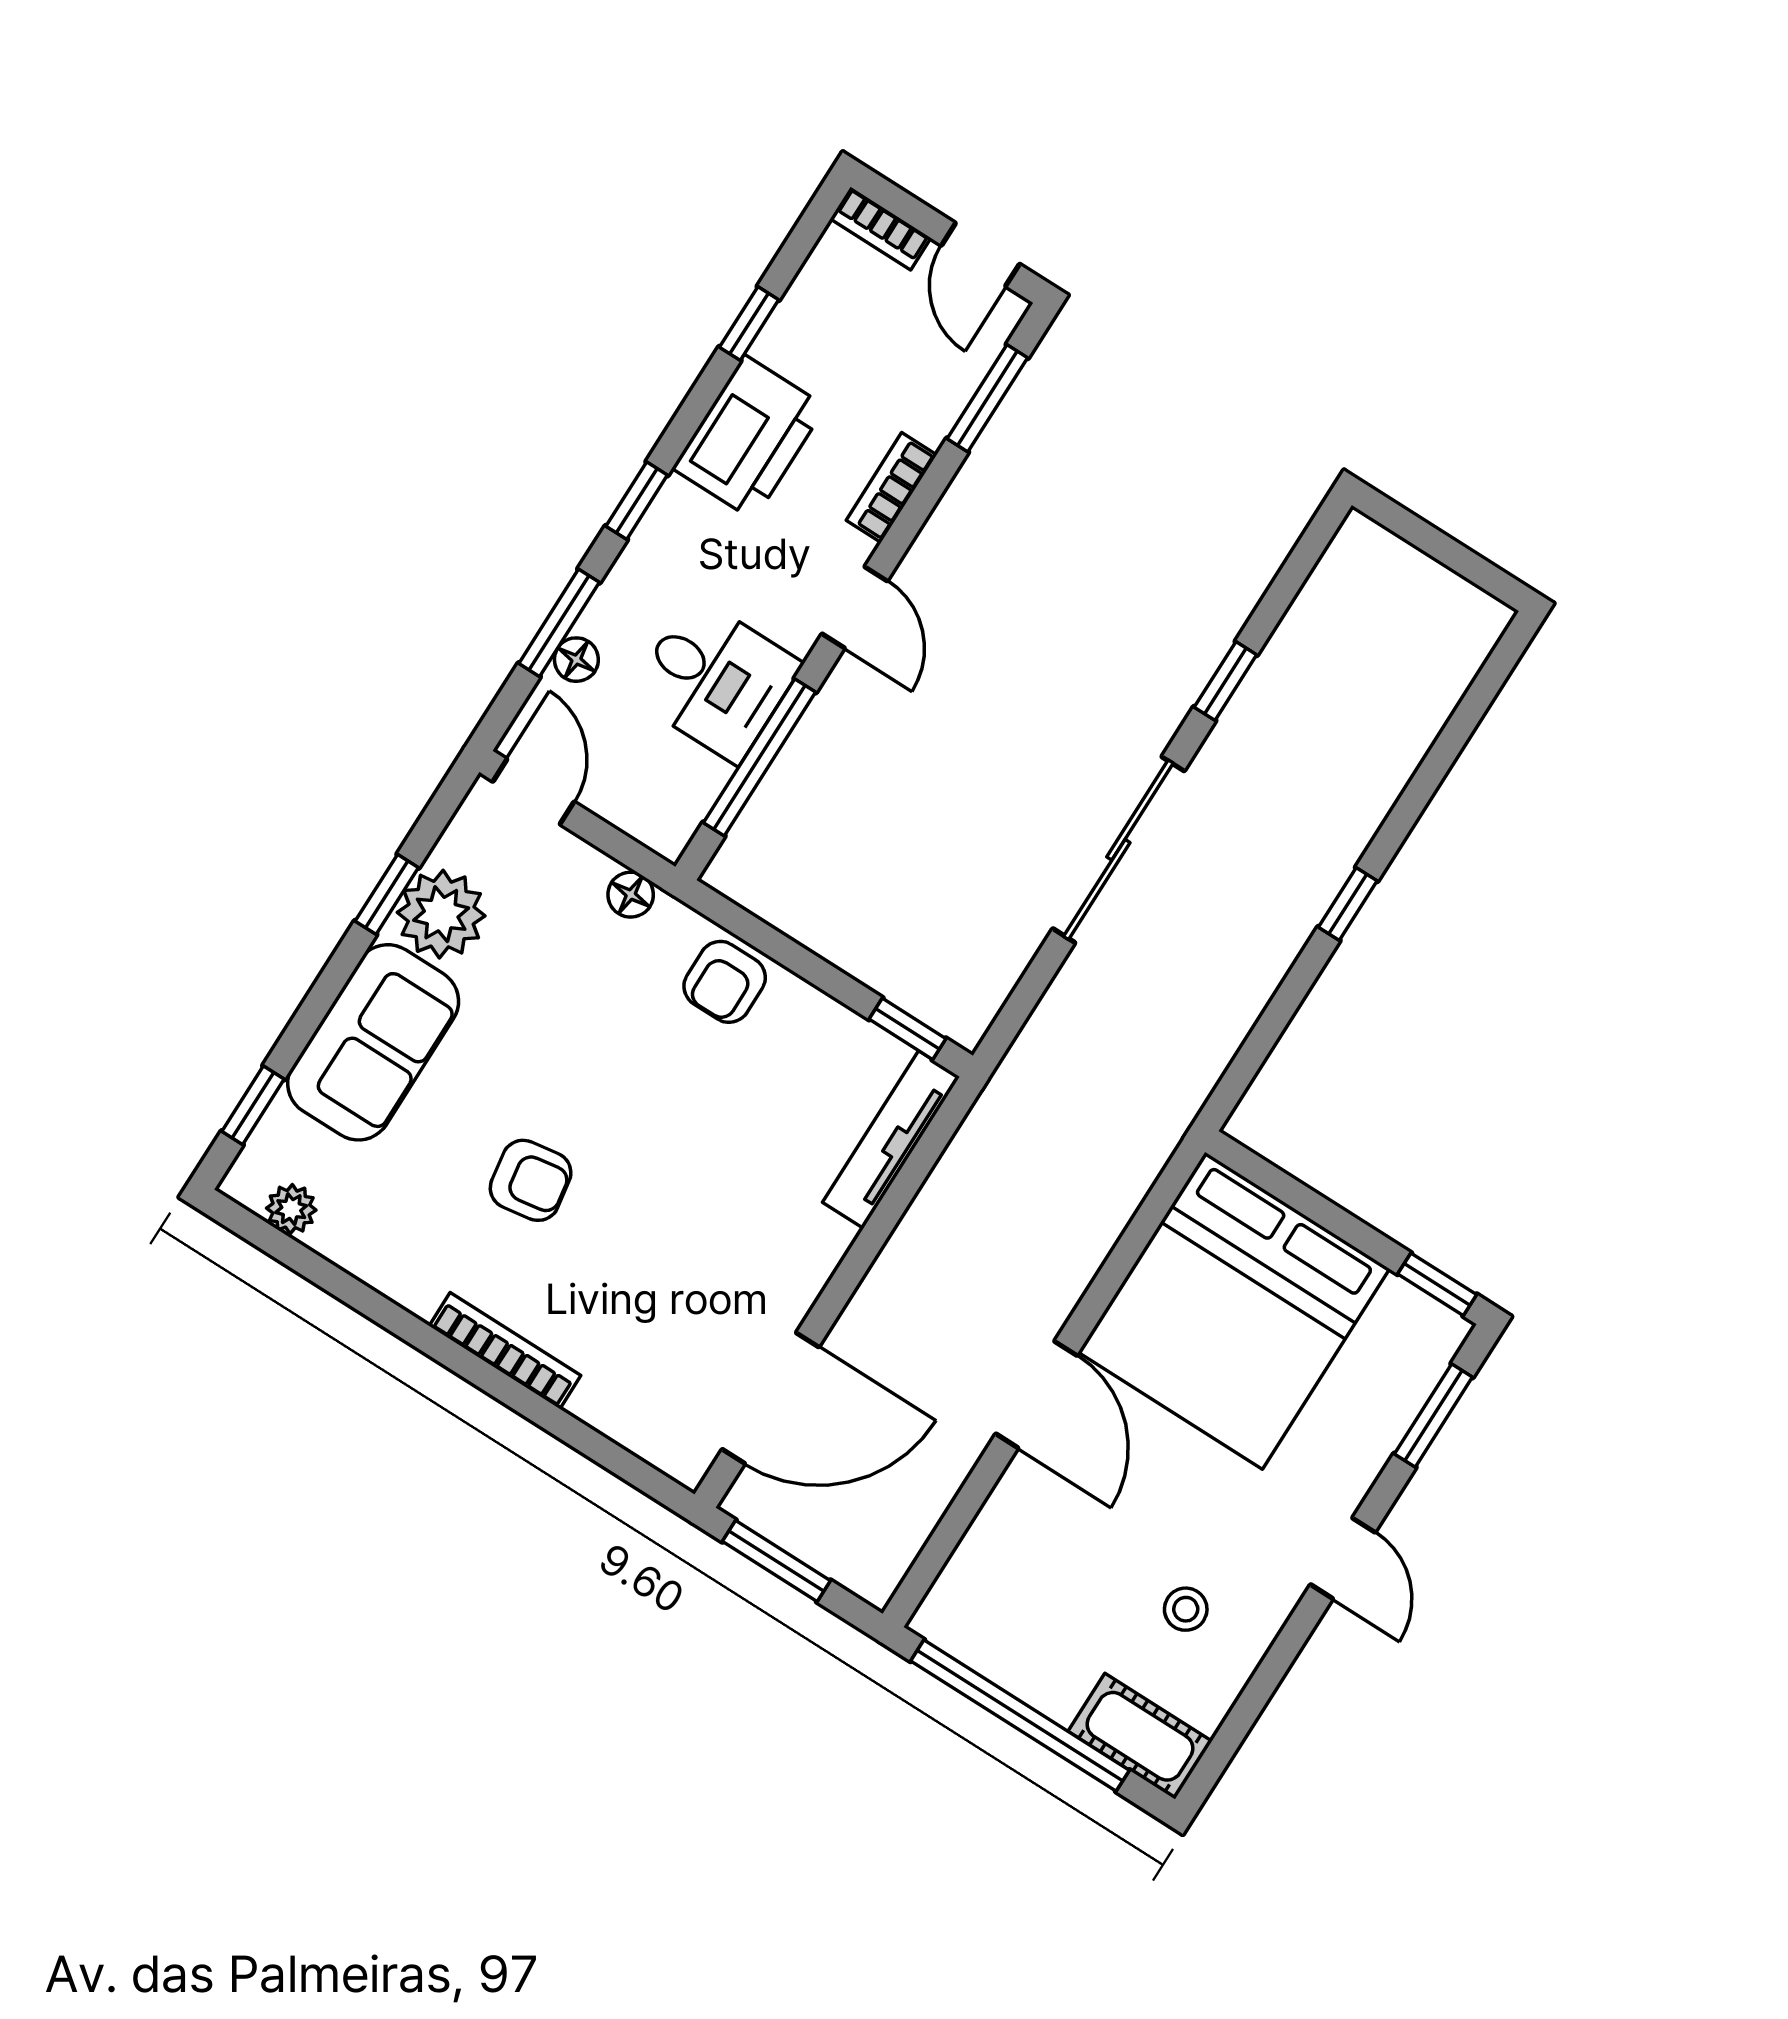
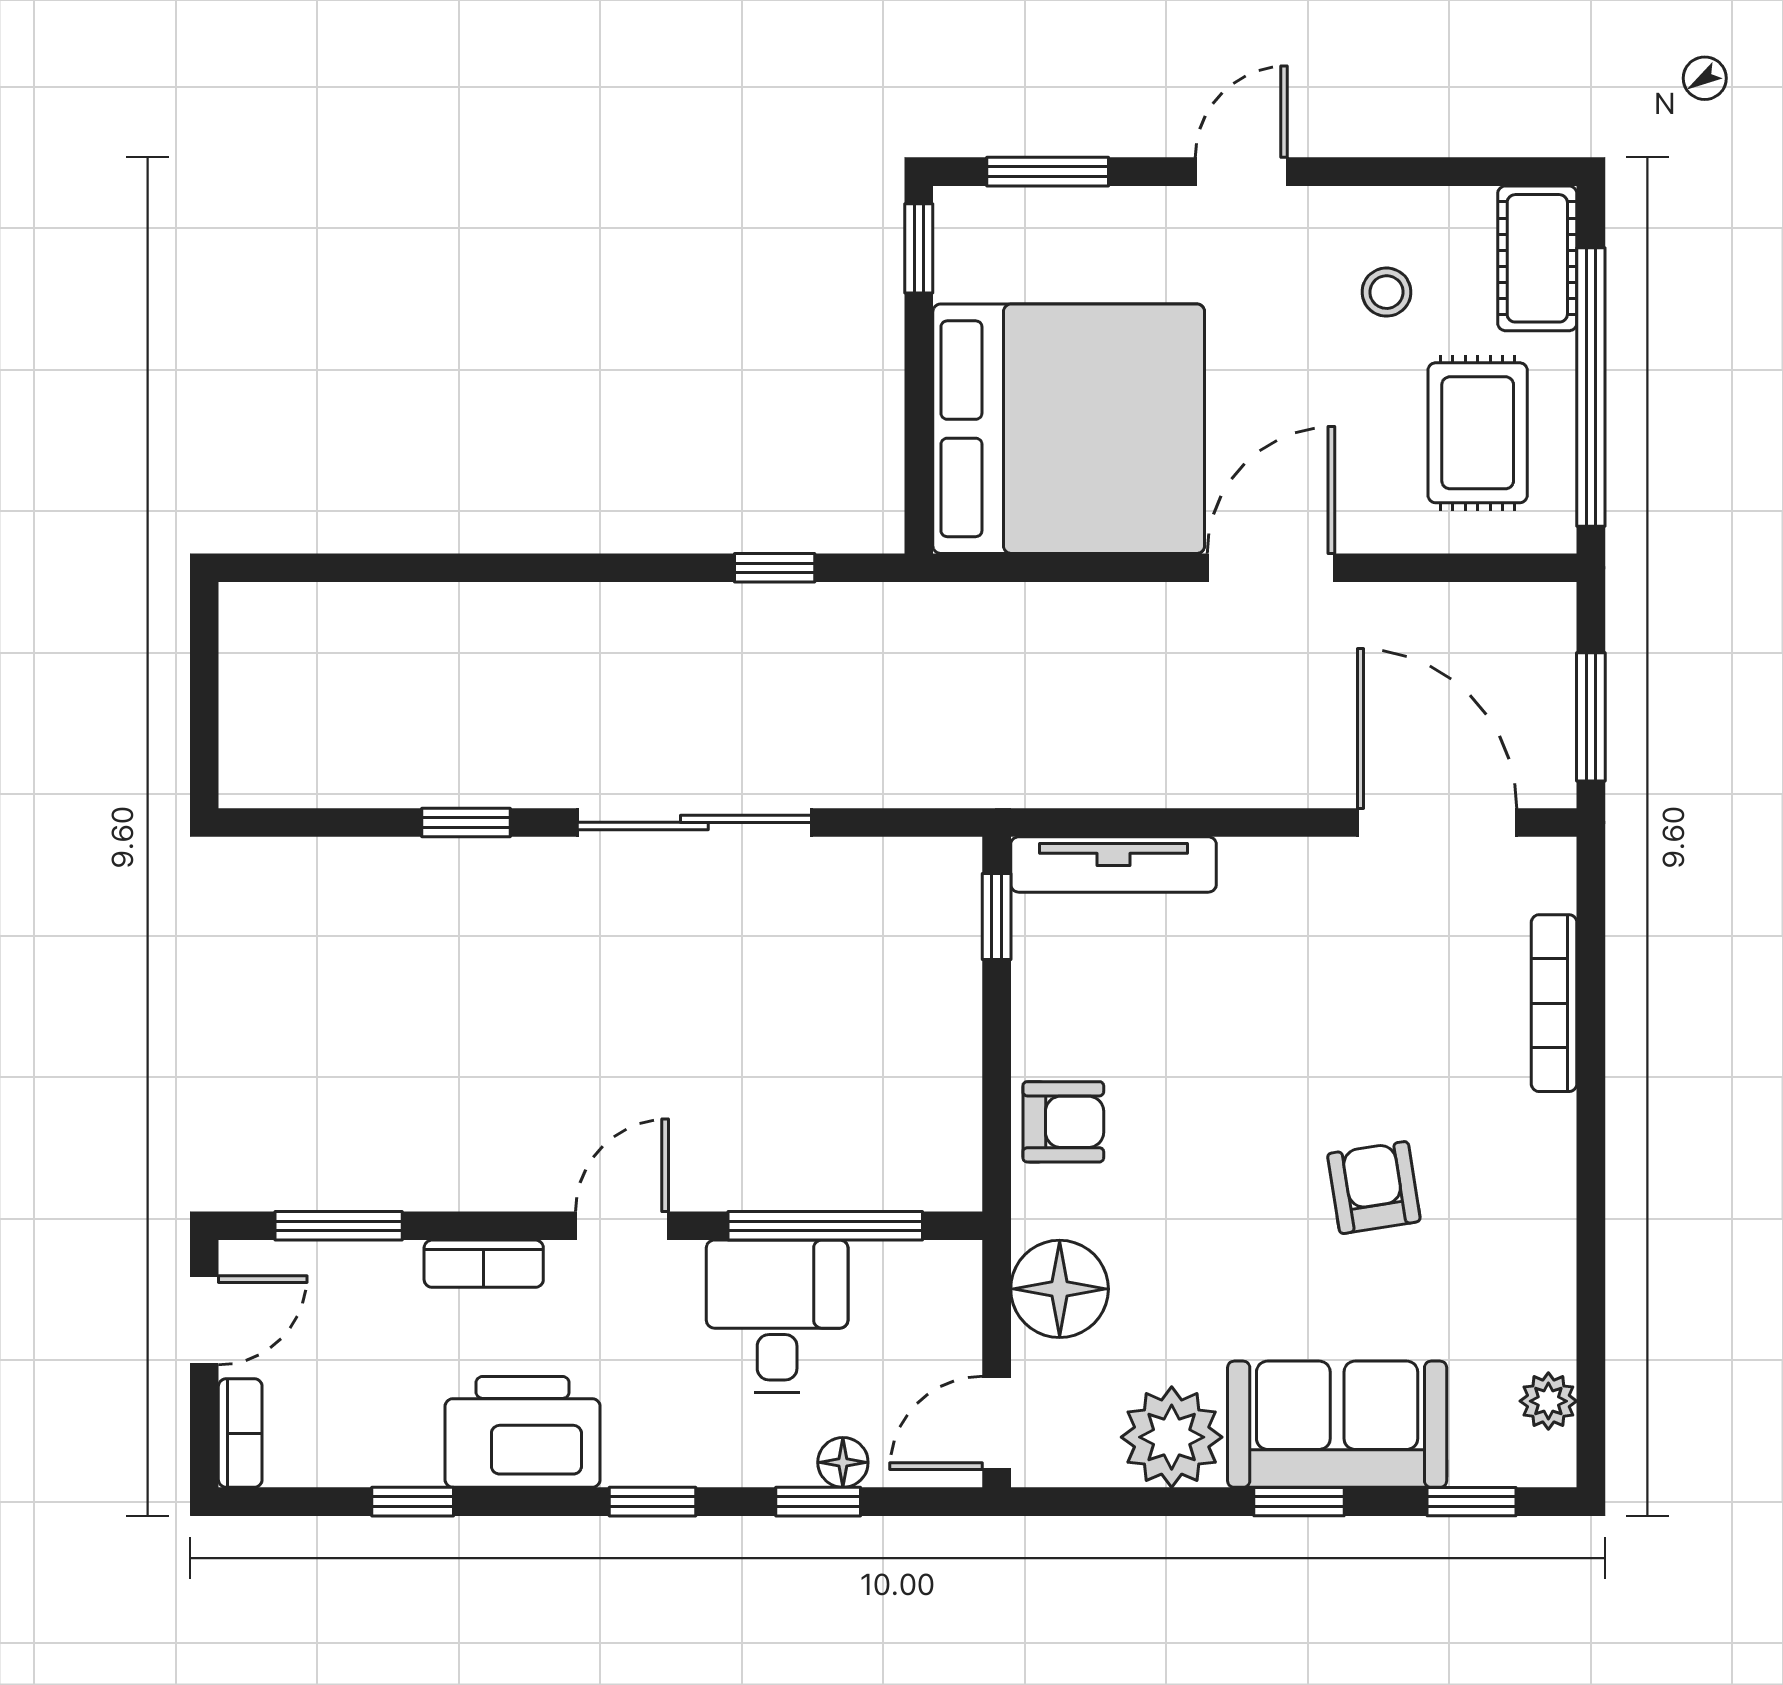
window: (559, 623) -> (818, 1502), width x0.67
window: (387, 894) -> (1299, 1502), moved
floor lamp: (631, 895) -> (1060, 1289), width x1.89, depth x1.89
window: (1348, 904) -> (775, 568), moved
bookcase: (505, 1351) -> (1554, 1003), moved
rug: (1039, 1611) -> (1478, 433), added

